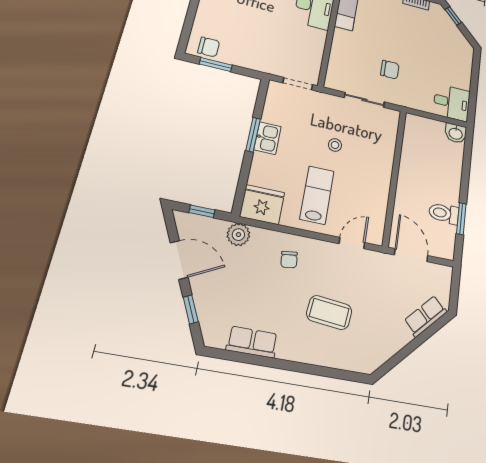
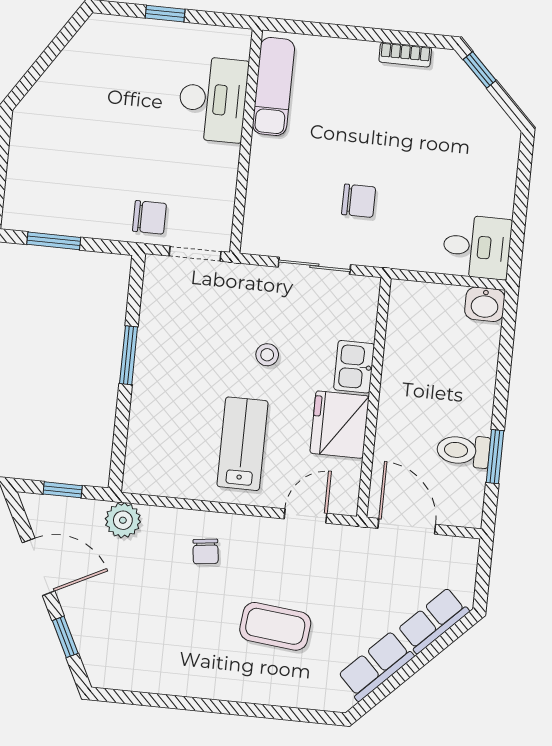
chair: (209, 47) -> (149, 217), moved
kitchen sink: (268, 138) -> (354, 367), moved, turned 180
fridge: (262, 205) -> (340, 425), moved, turned -90
row of seats: (252, 342) -> (376, 666), moved, turned -45

